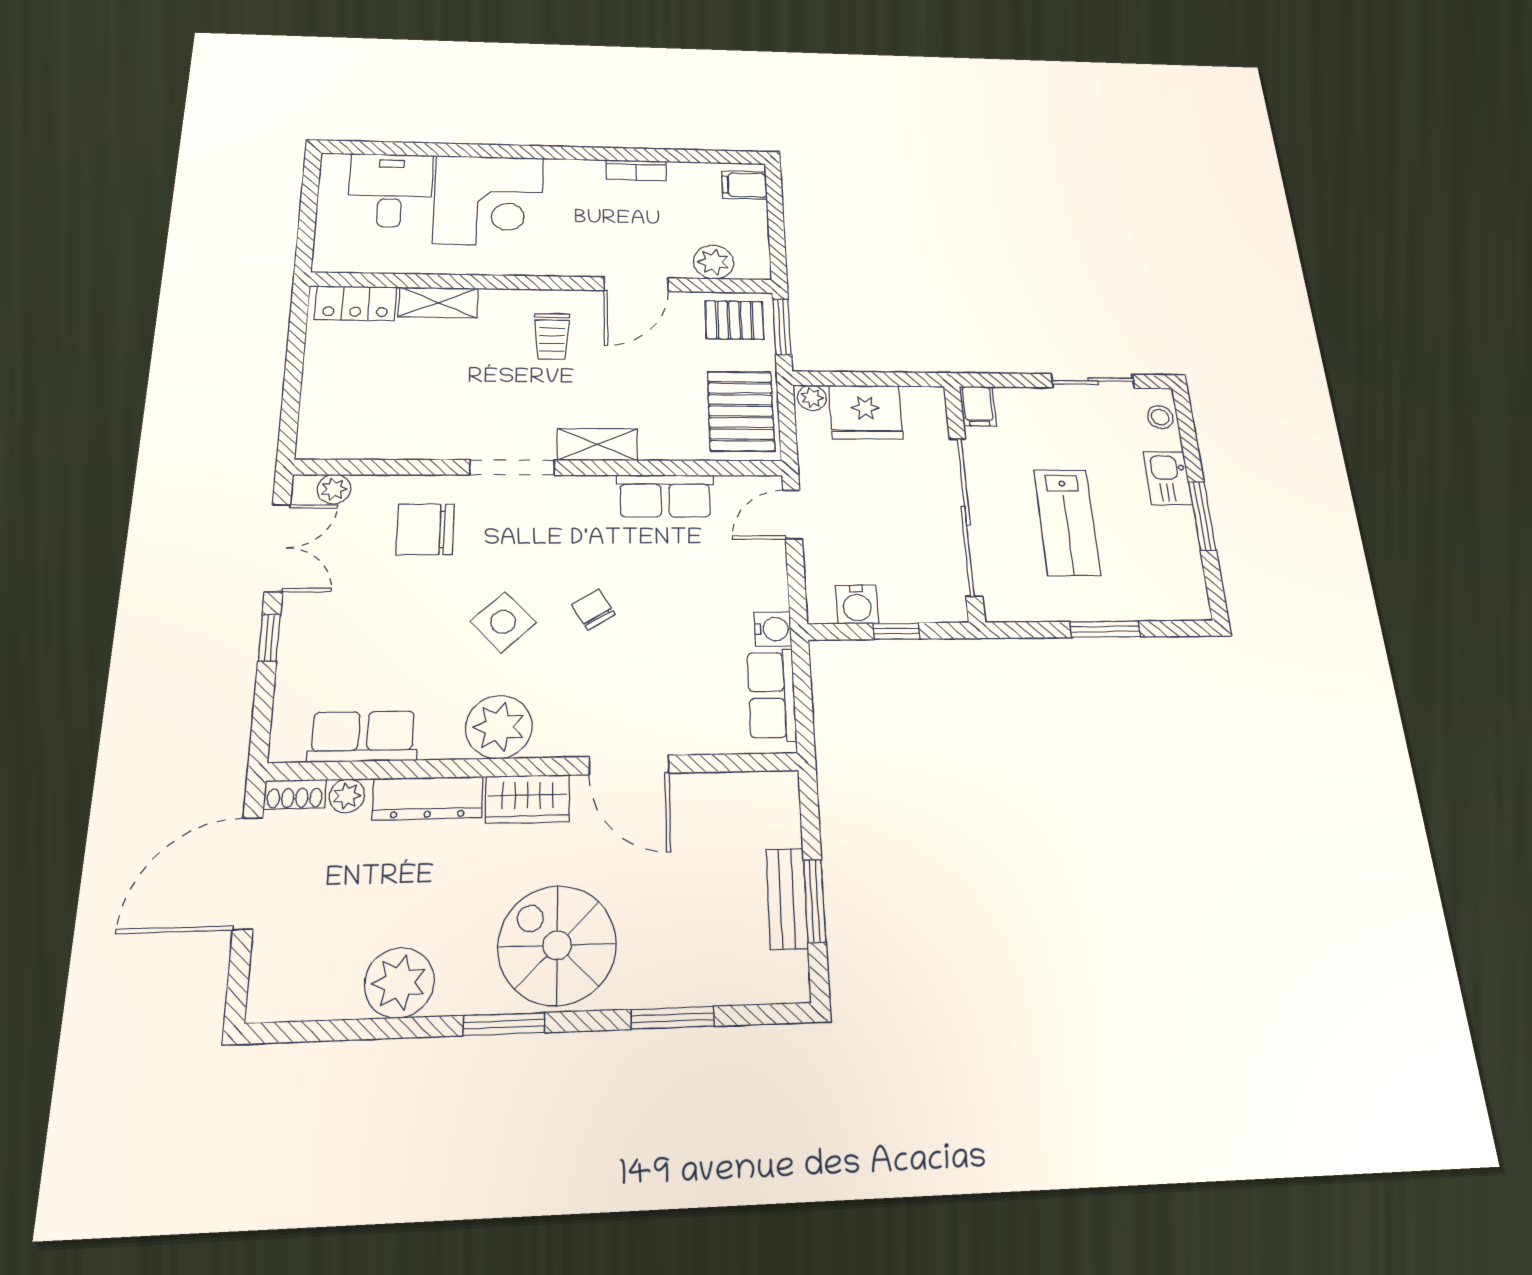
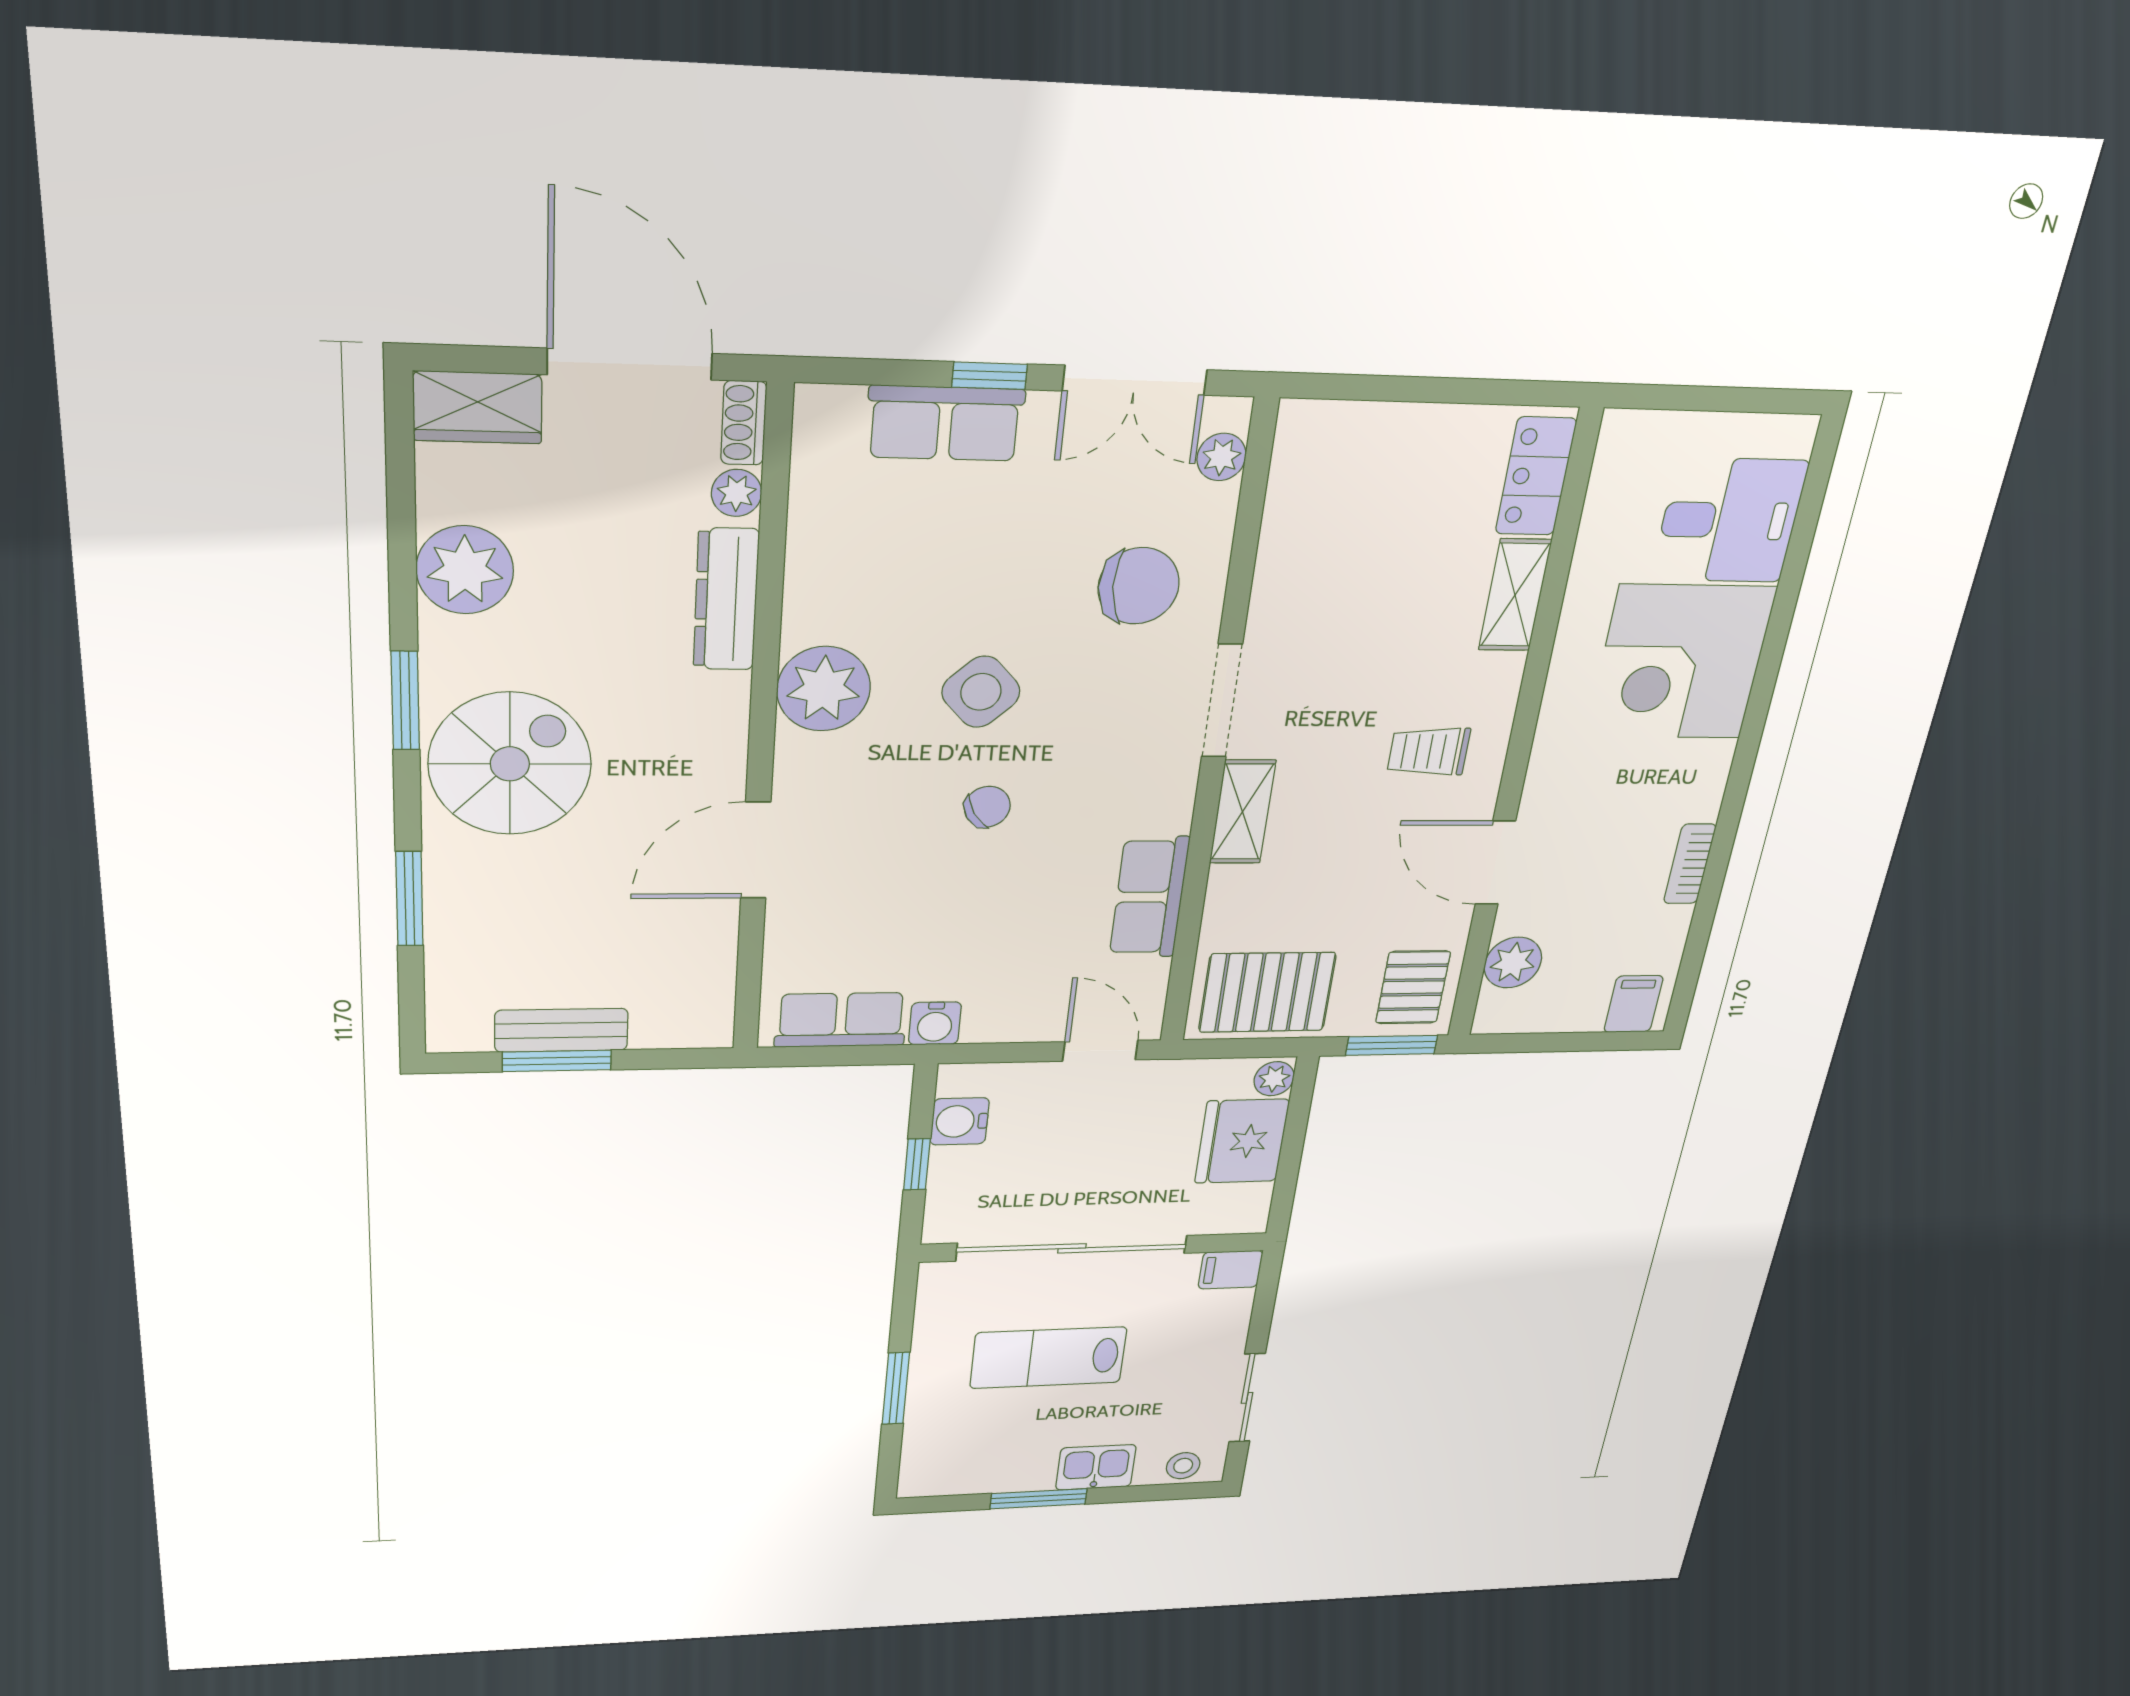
chair: (425, 529) -> (1139, 586), turned 87
row of seats: (363, 736) -> (945, 423), moved, turned 90
wardrobe: (528, 799) -> (478, 407), moved, turned -90

